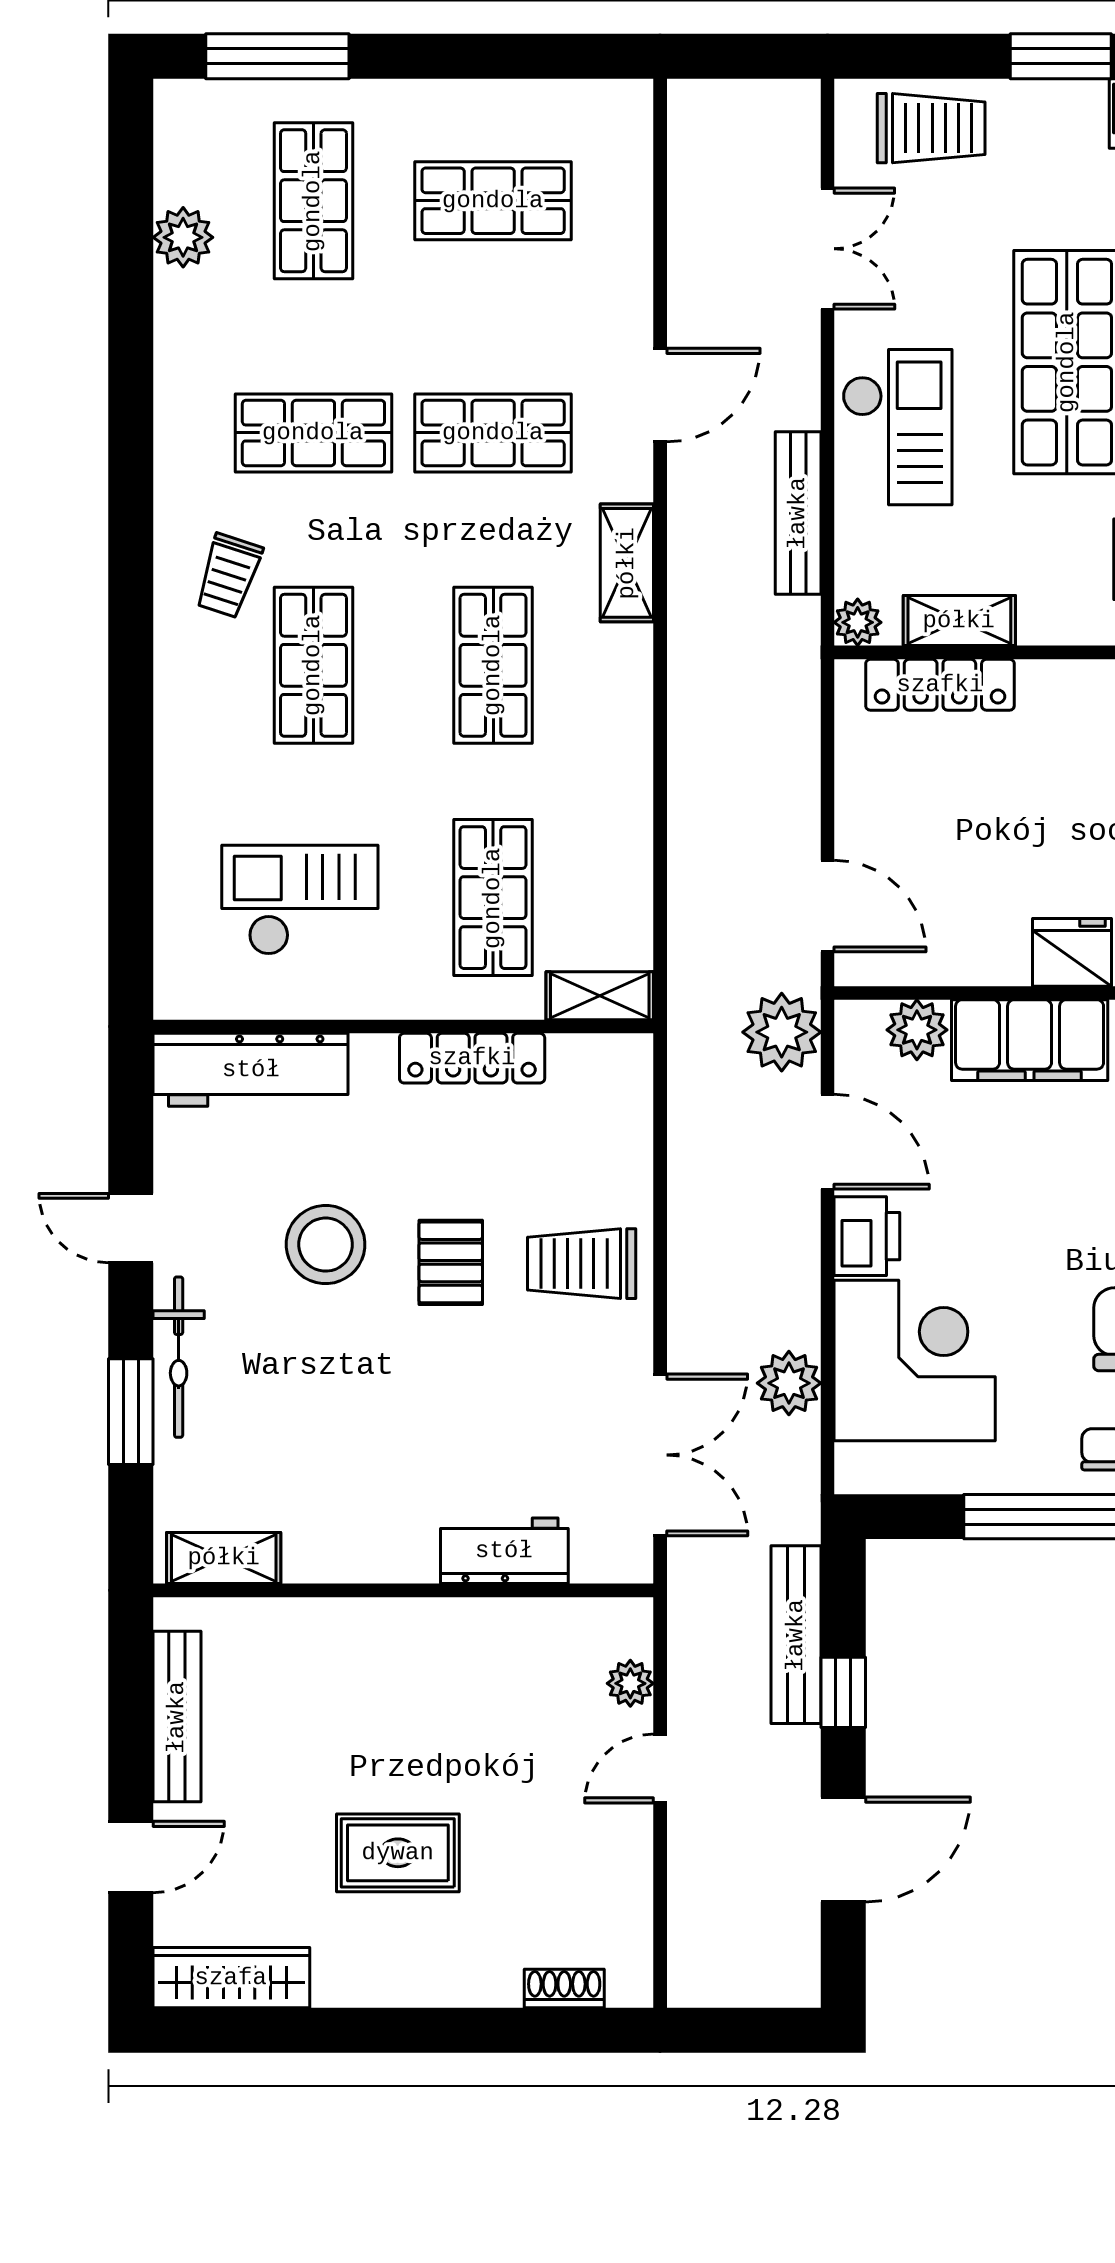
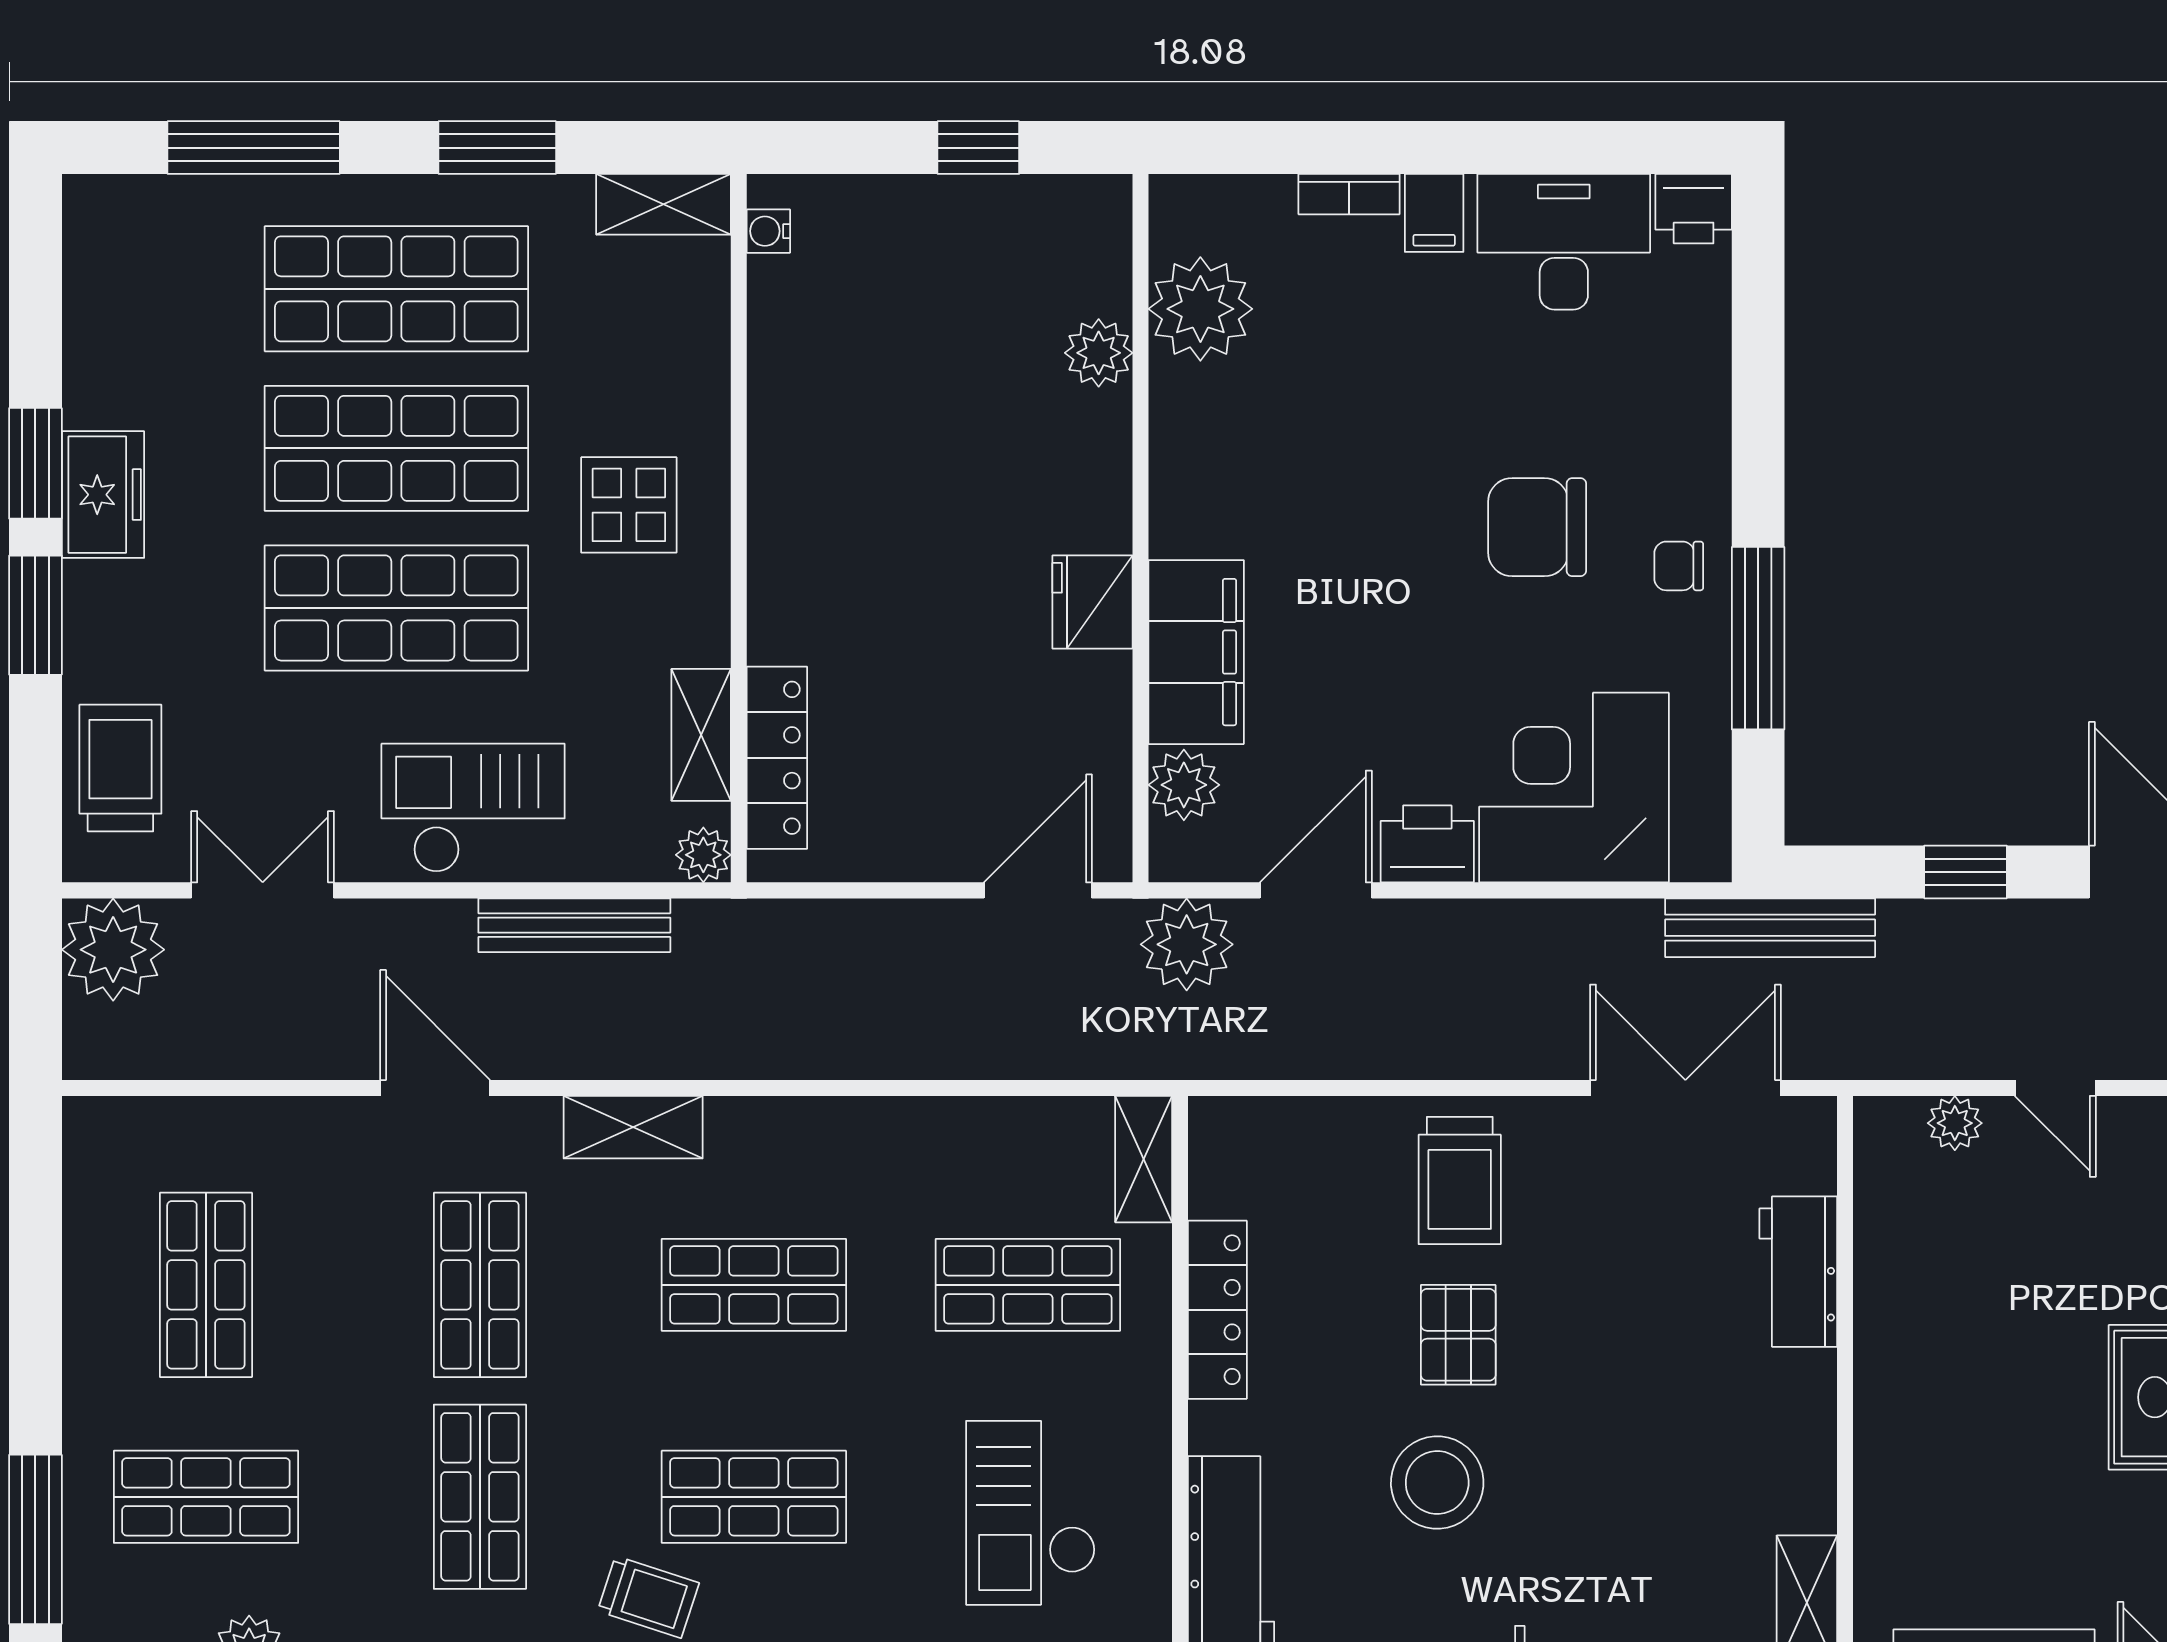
pallet: (451, 1262) -> (1458, 1335), turned 90
plant: (789, 1383) -> (113, 950), moved, width x1.36, depth x1.36
bench: (796, 1635) -> (1770, 928), moved

